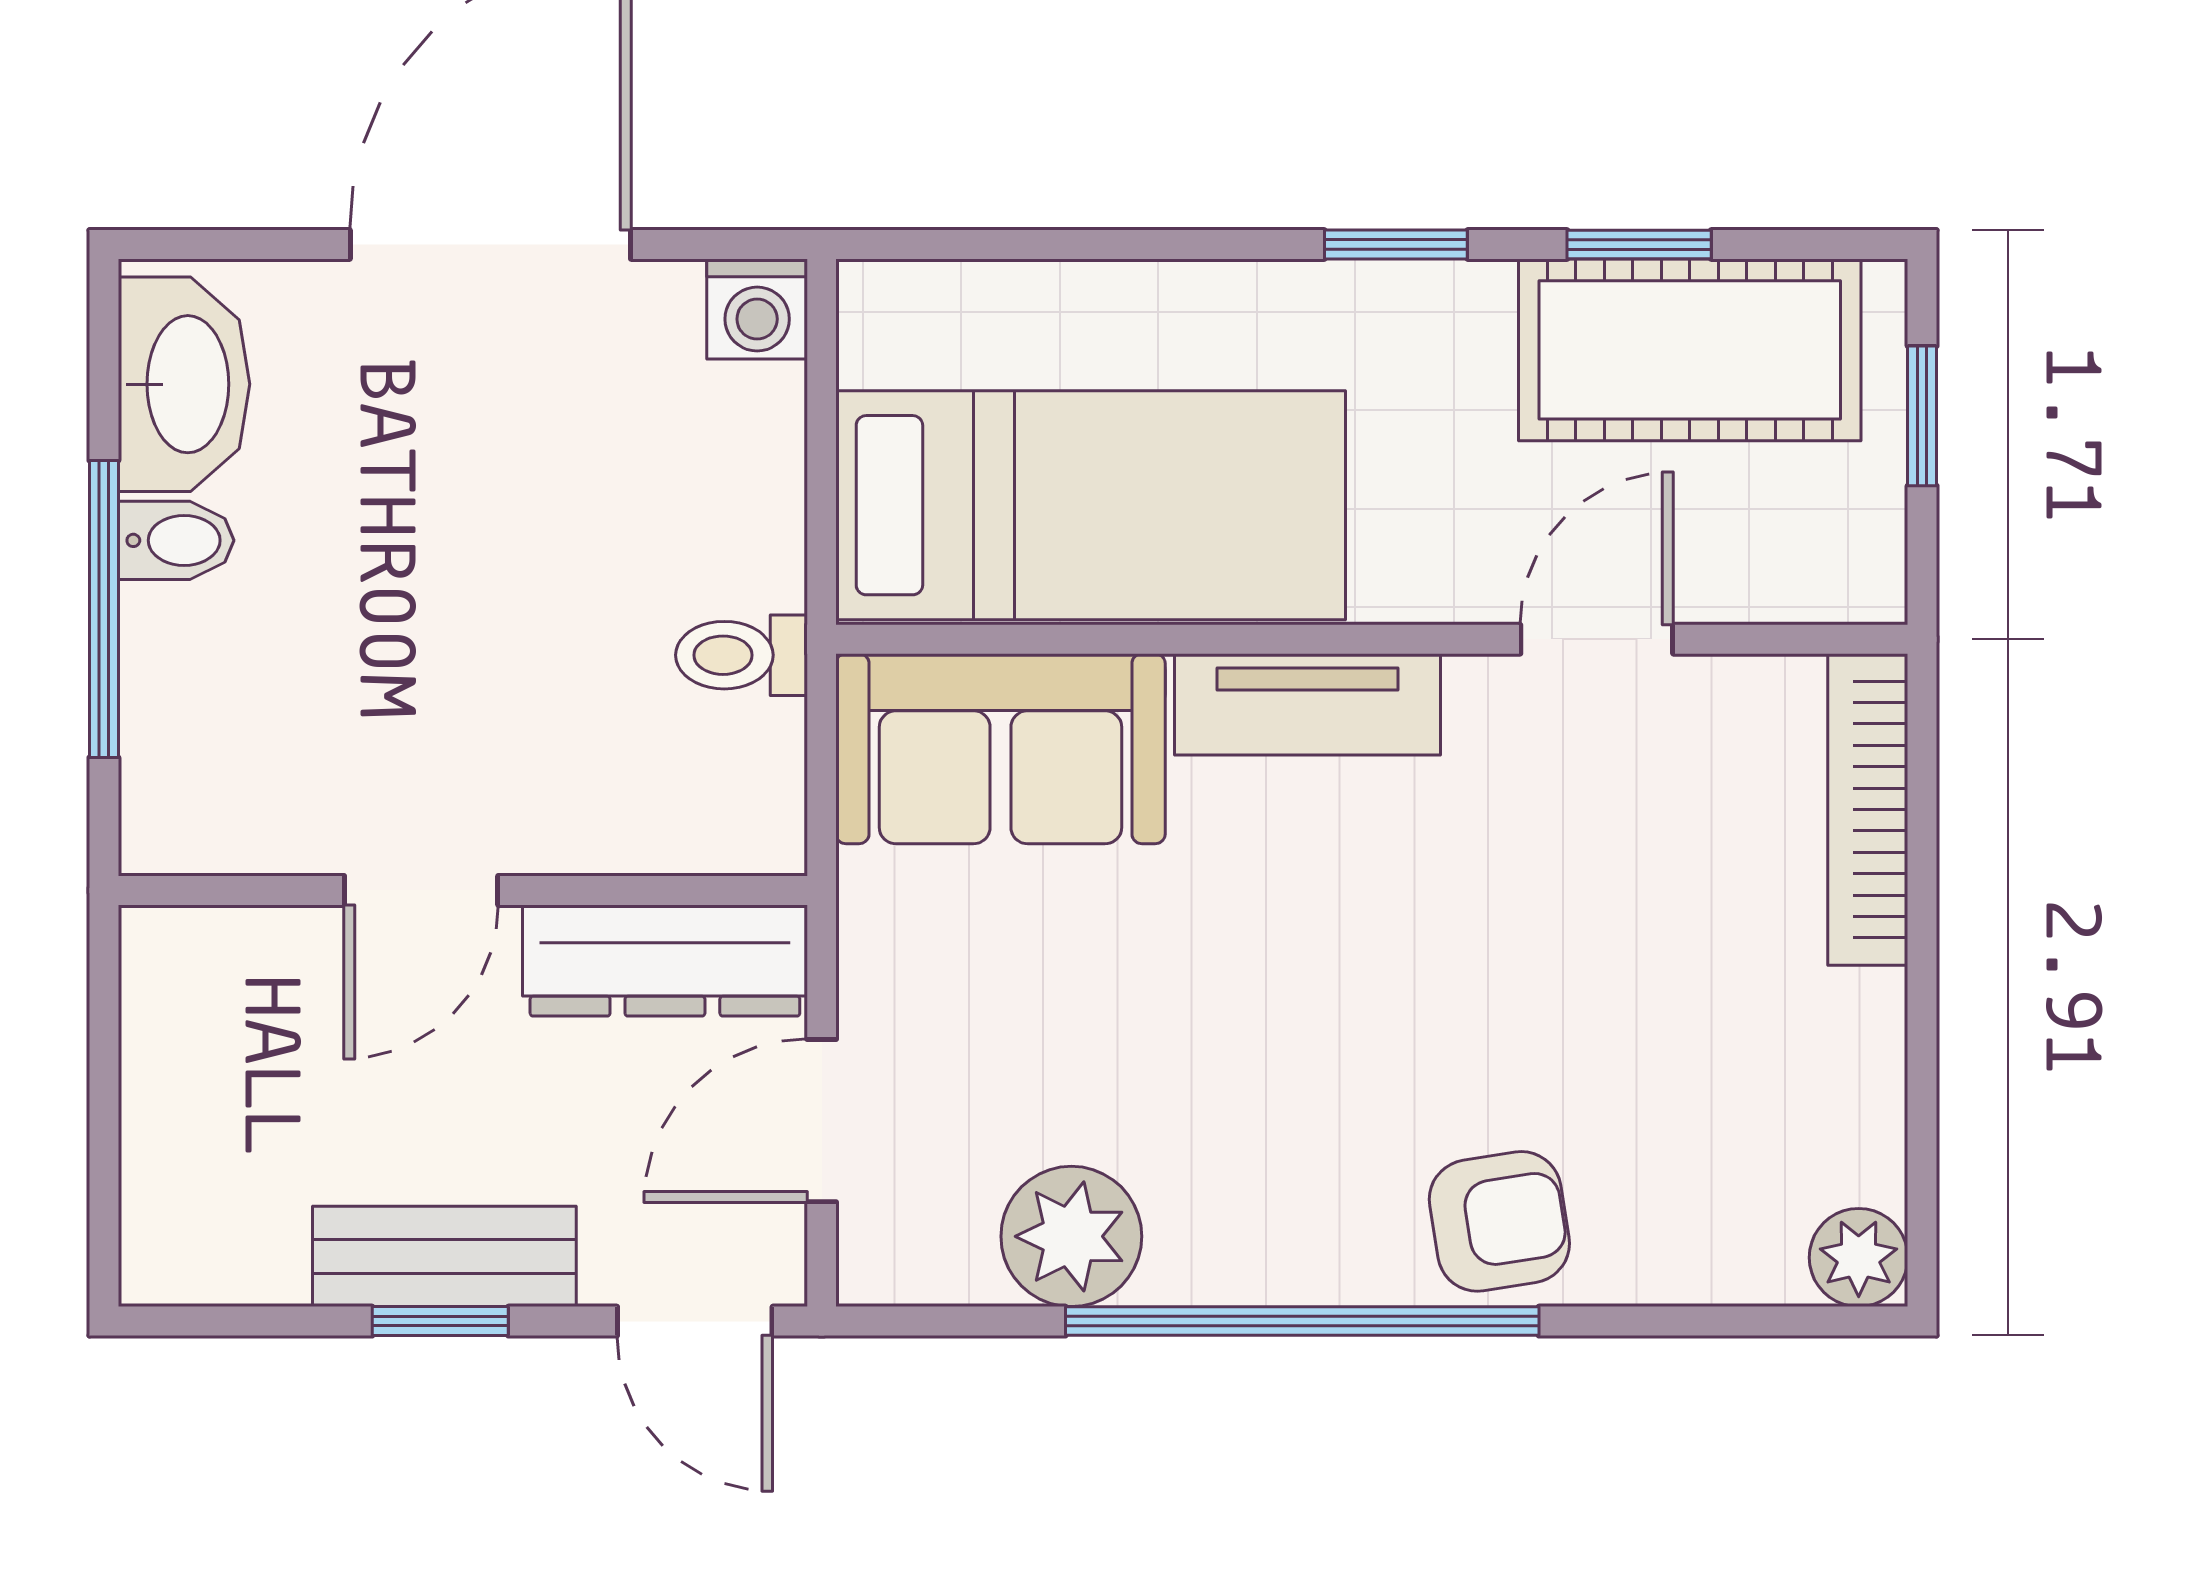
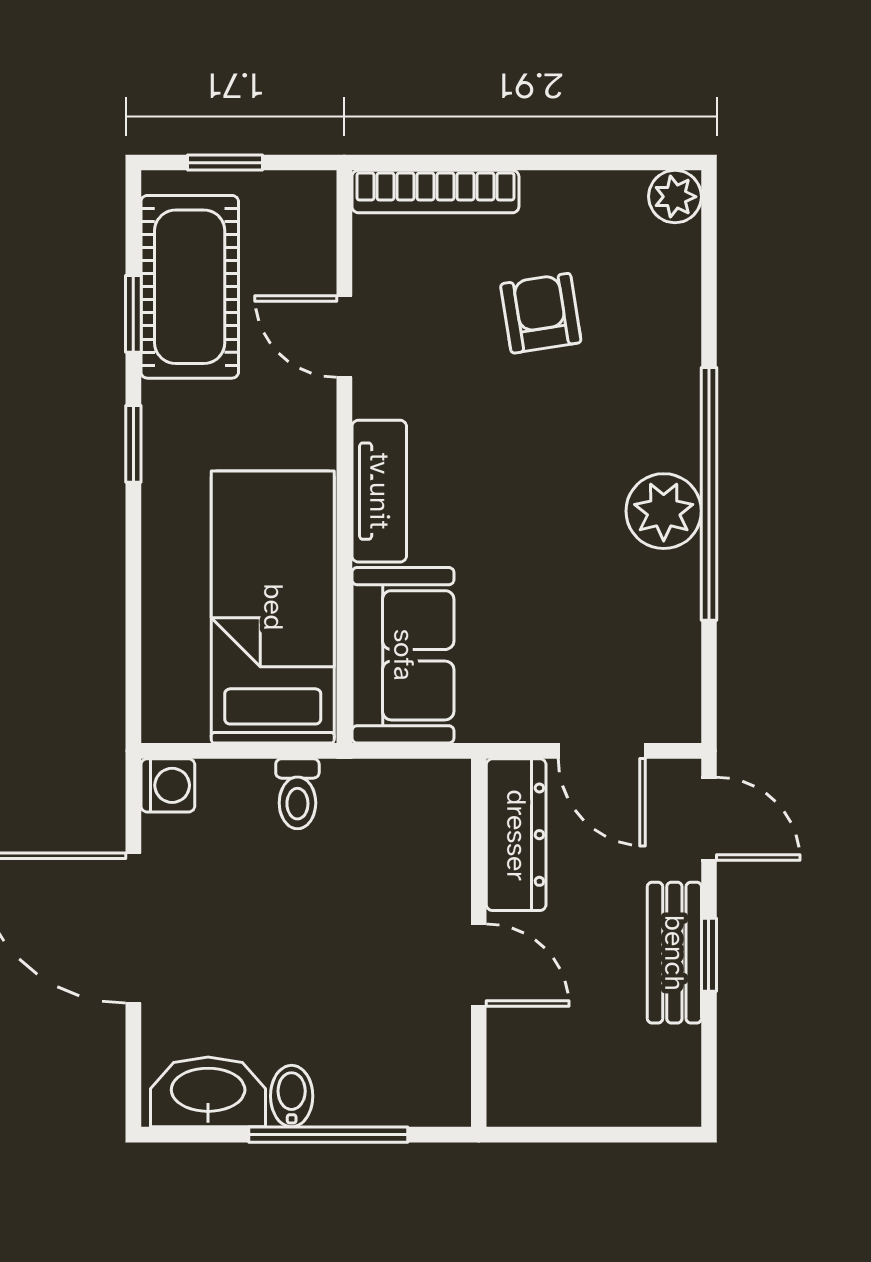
toilet: (741, 655) -> (297, 794), moved
armchair: (1499, 1221) -> (541, 313), moved
plant: (1071, 1236) -> (664, 511), moved
door: (695, 1321) -> (709, 819), hinge flipped

